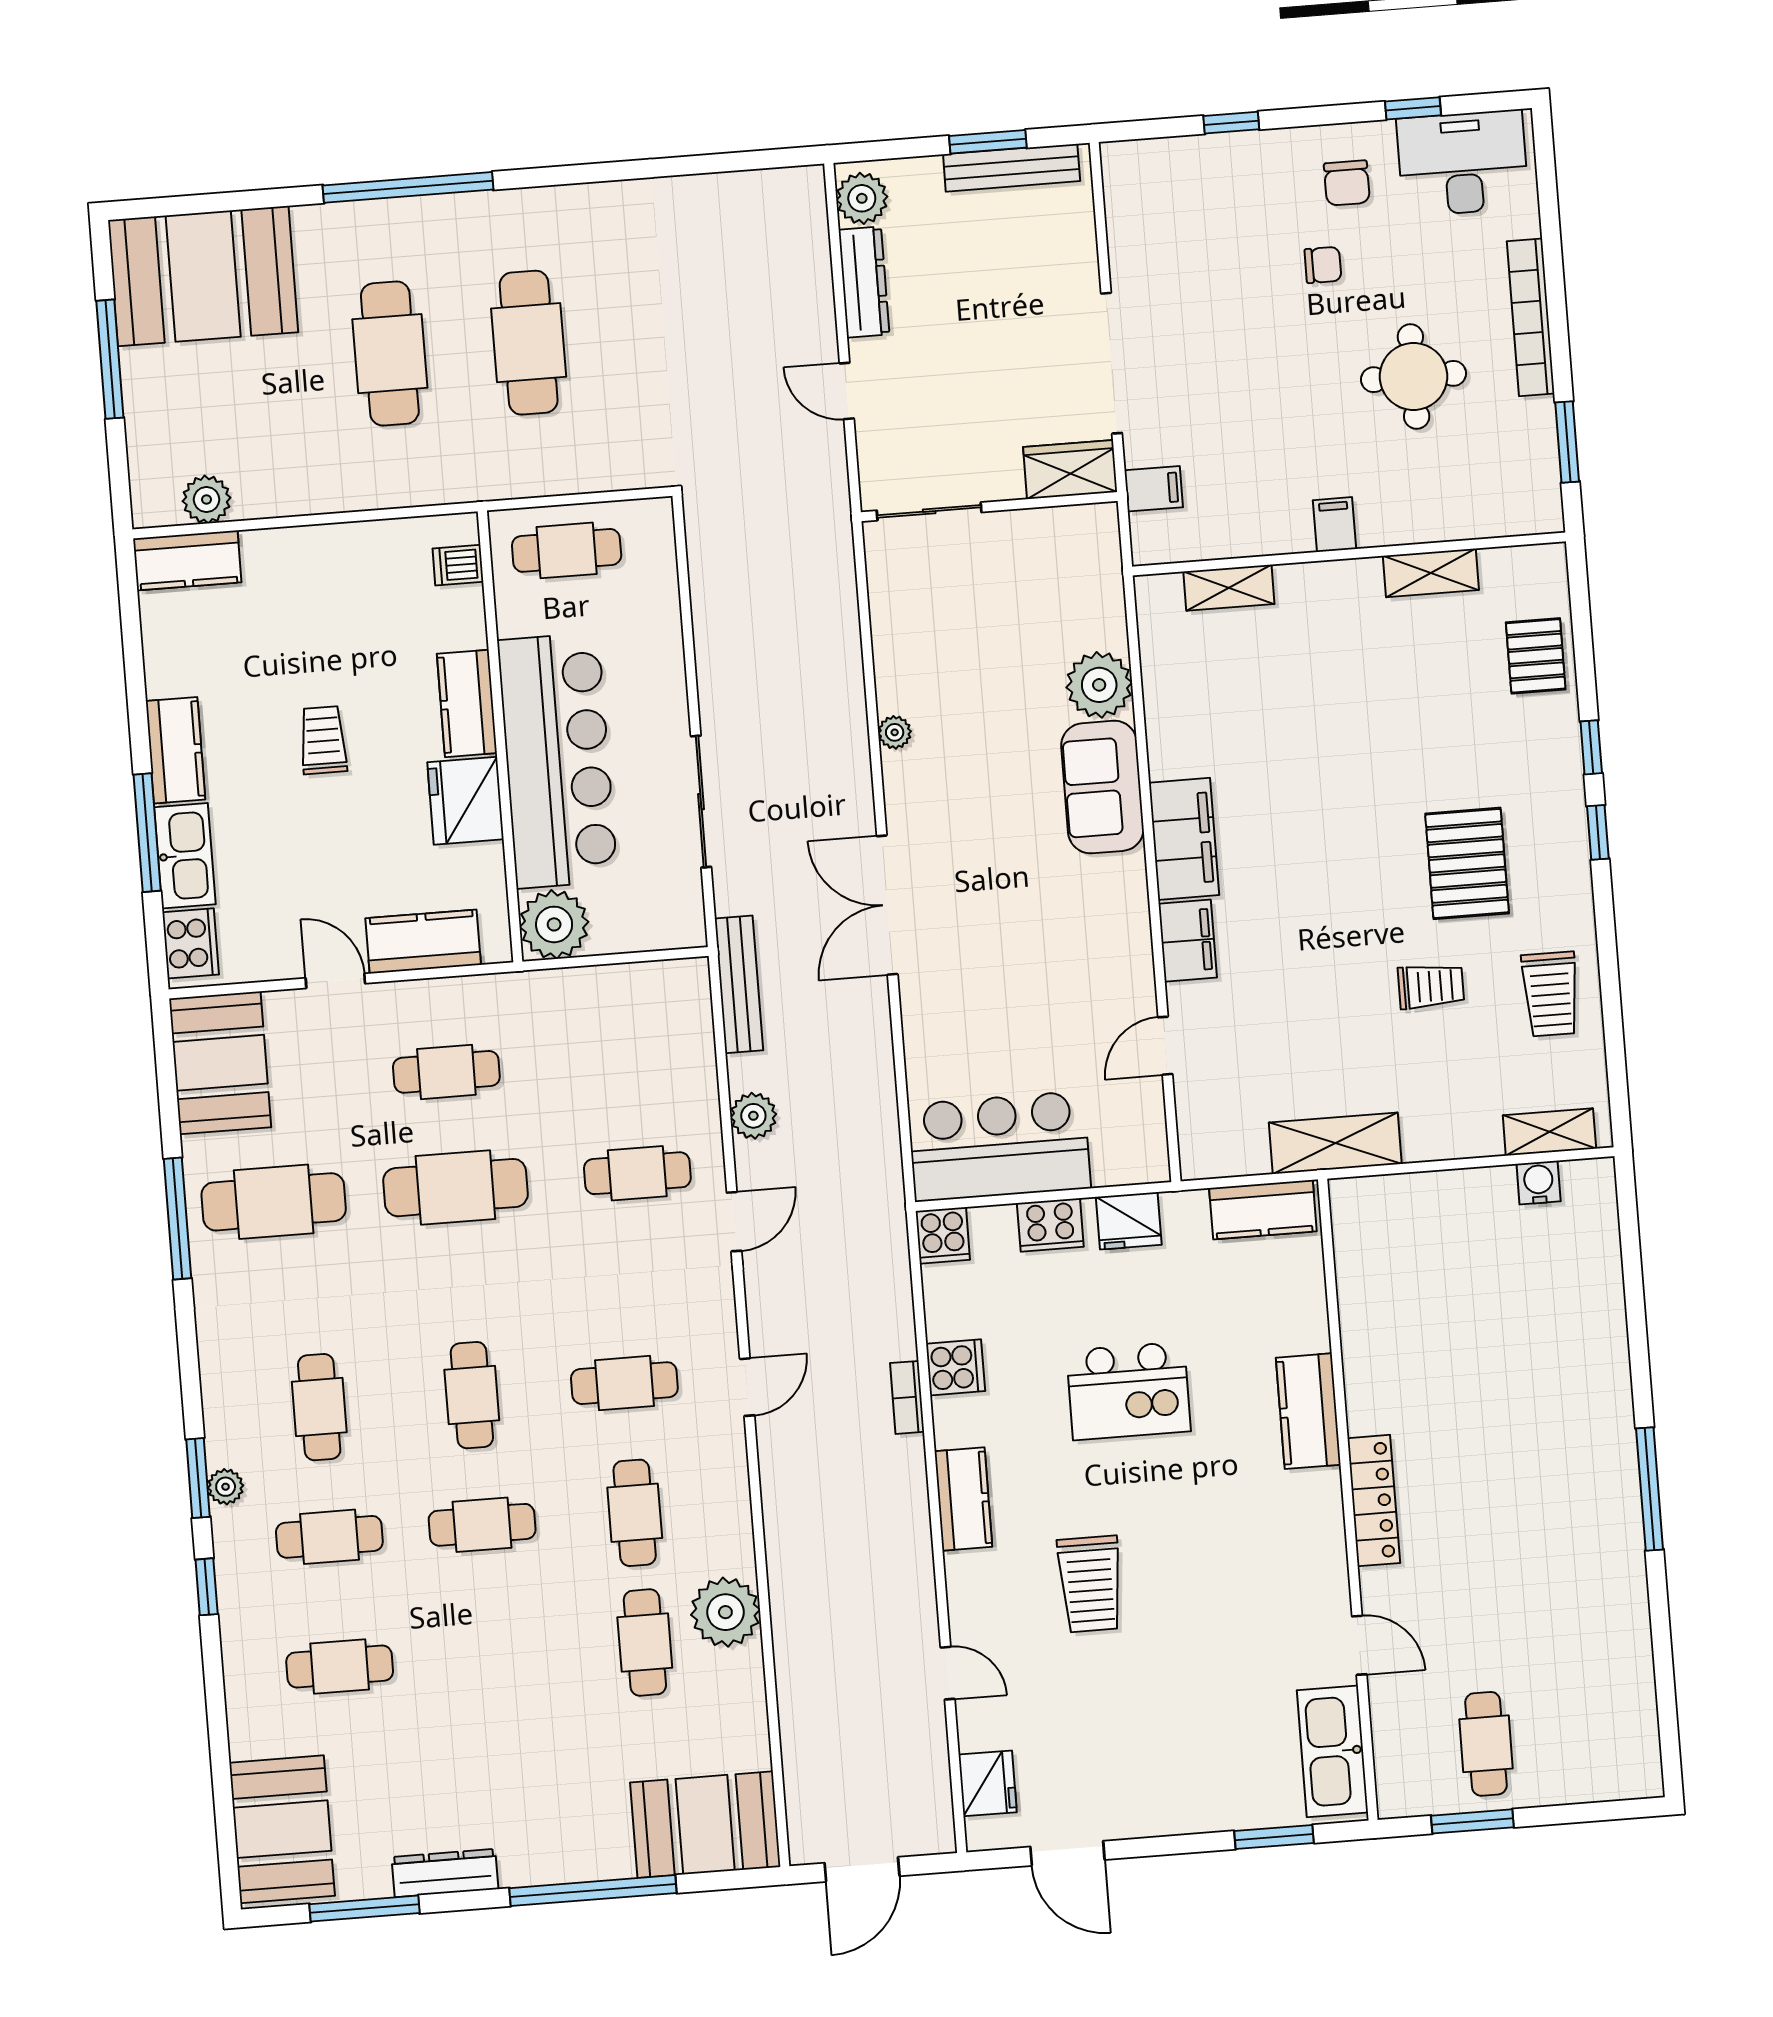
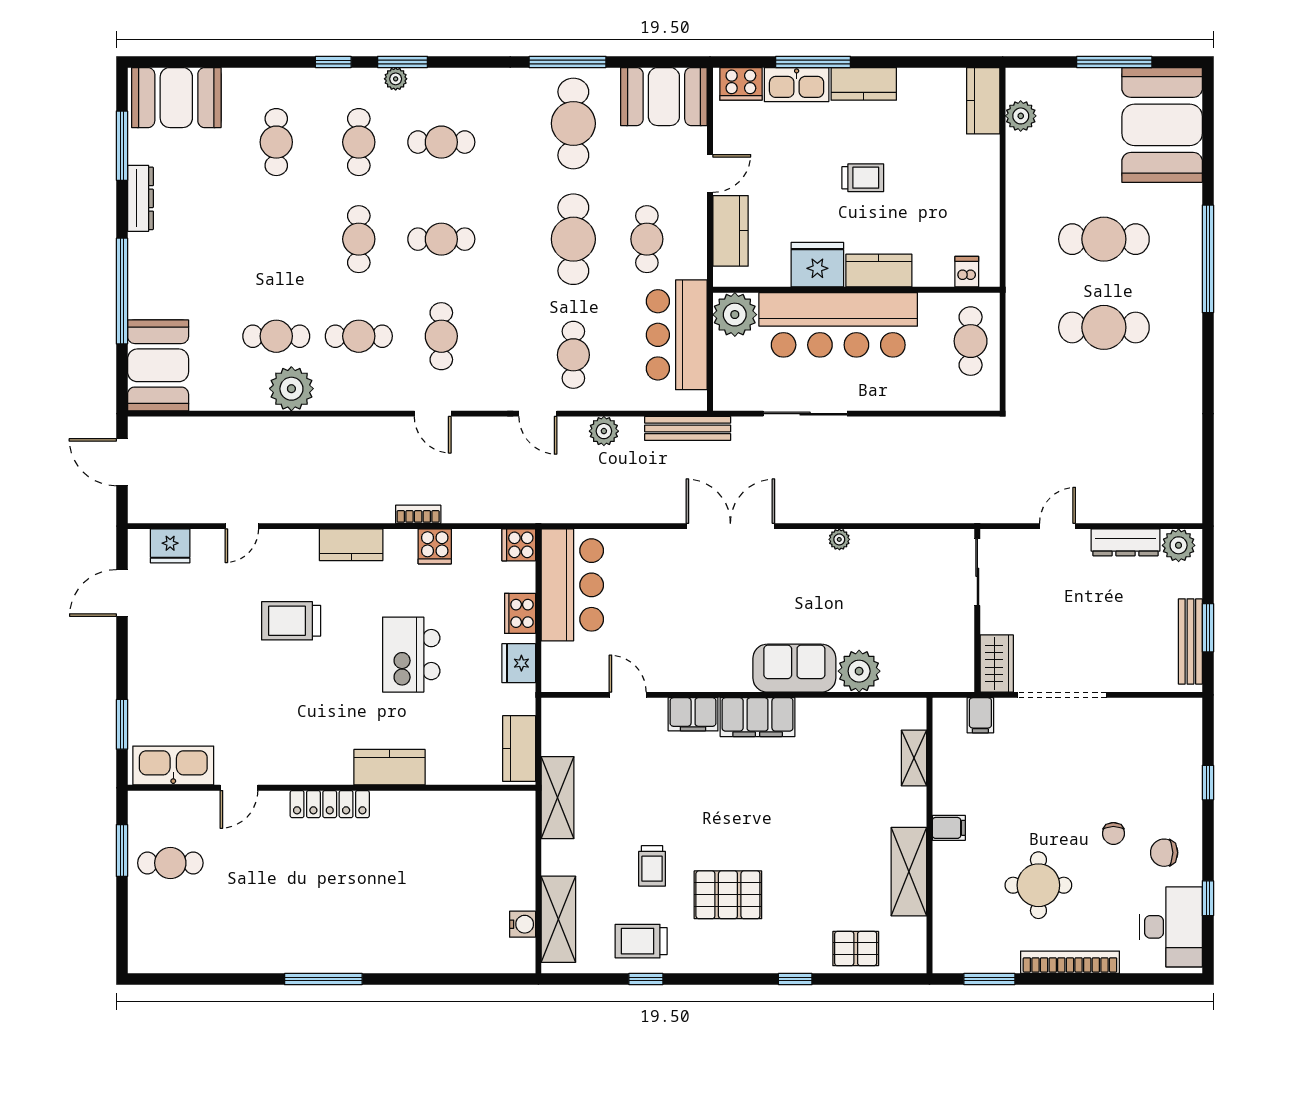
shelving: (1431, 573) -> (909, 872), width x1.50, depth x1.33
window: (1598, 832) -> (646, 979), moved
bar counter: (593, 1013) -> (677, 335), added
shelving: (1549, 1132) -> (558, 919), width x1.50, depth x1.33

